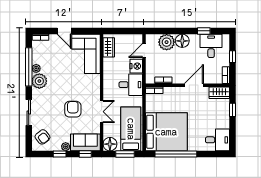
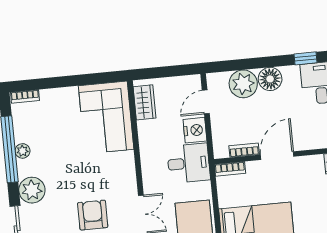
door: (64, 31) -> (65, 82), removed
plant: (39, 81) -> (32, 190), moved
door: (194, 85) -> (277, 156), moved

